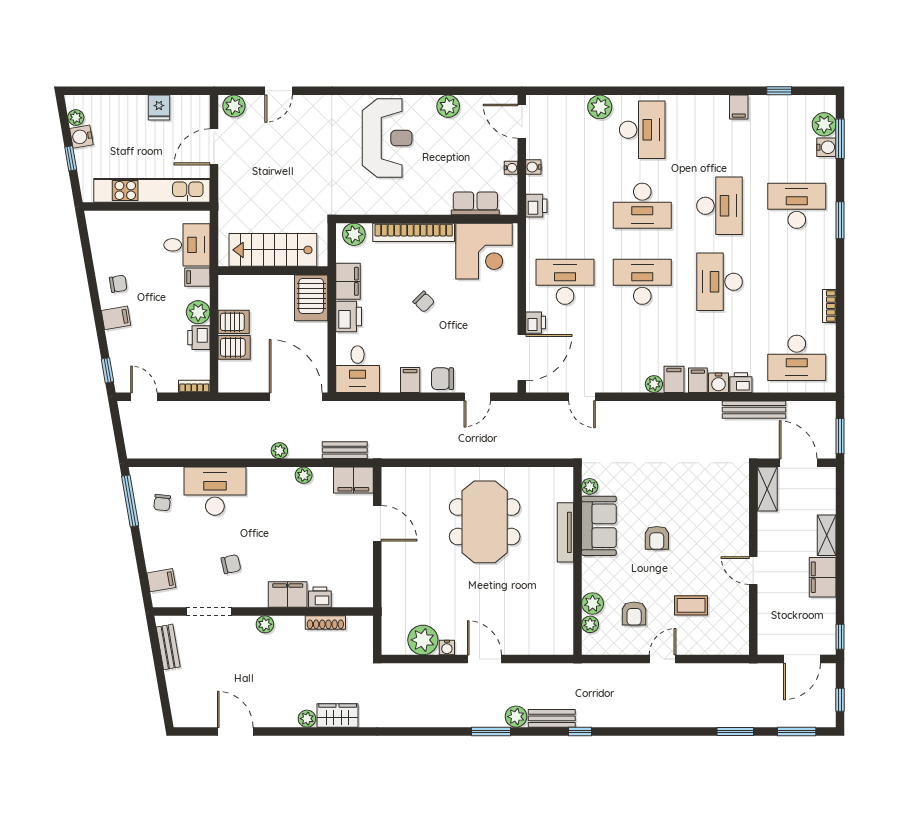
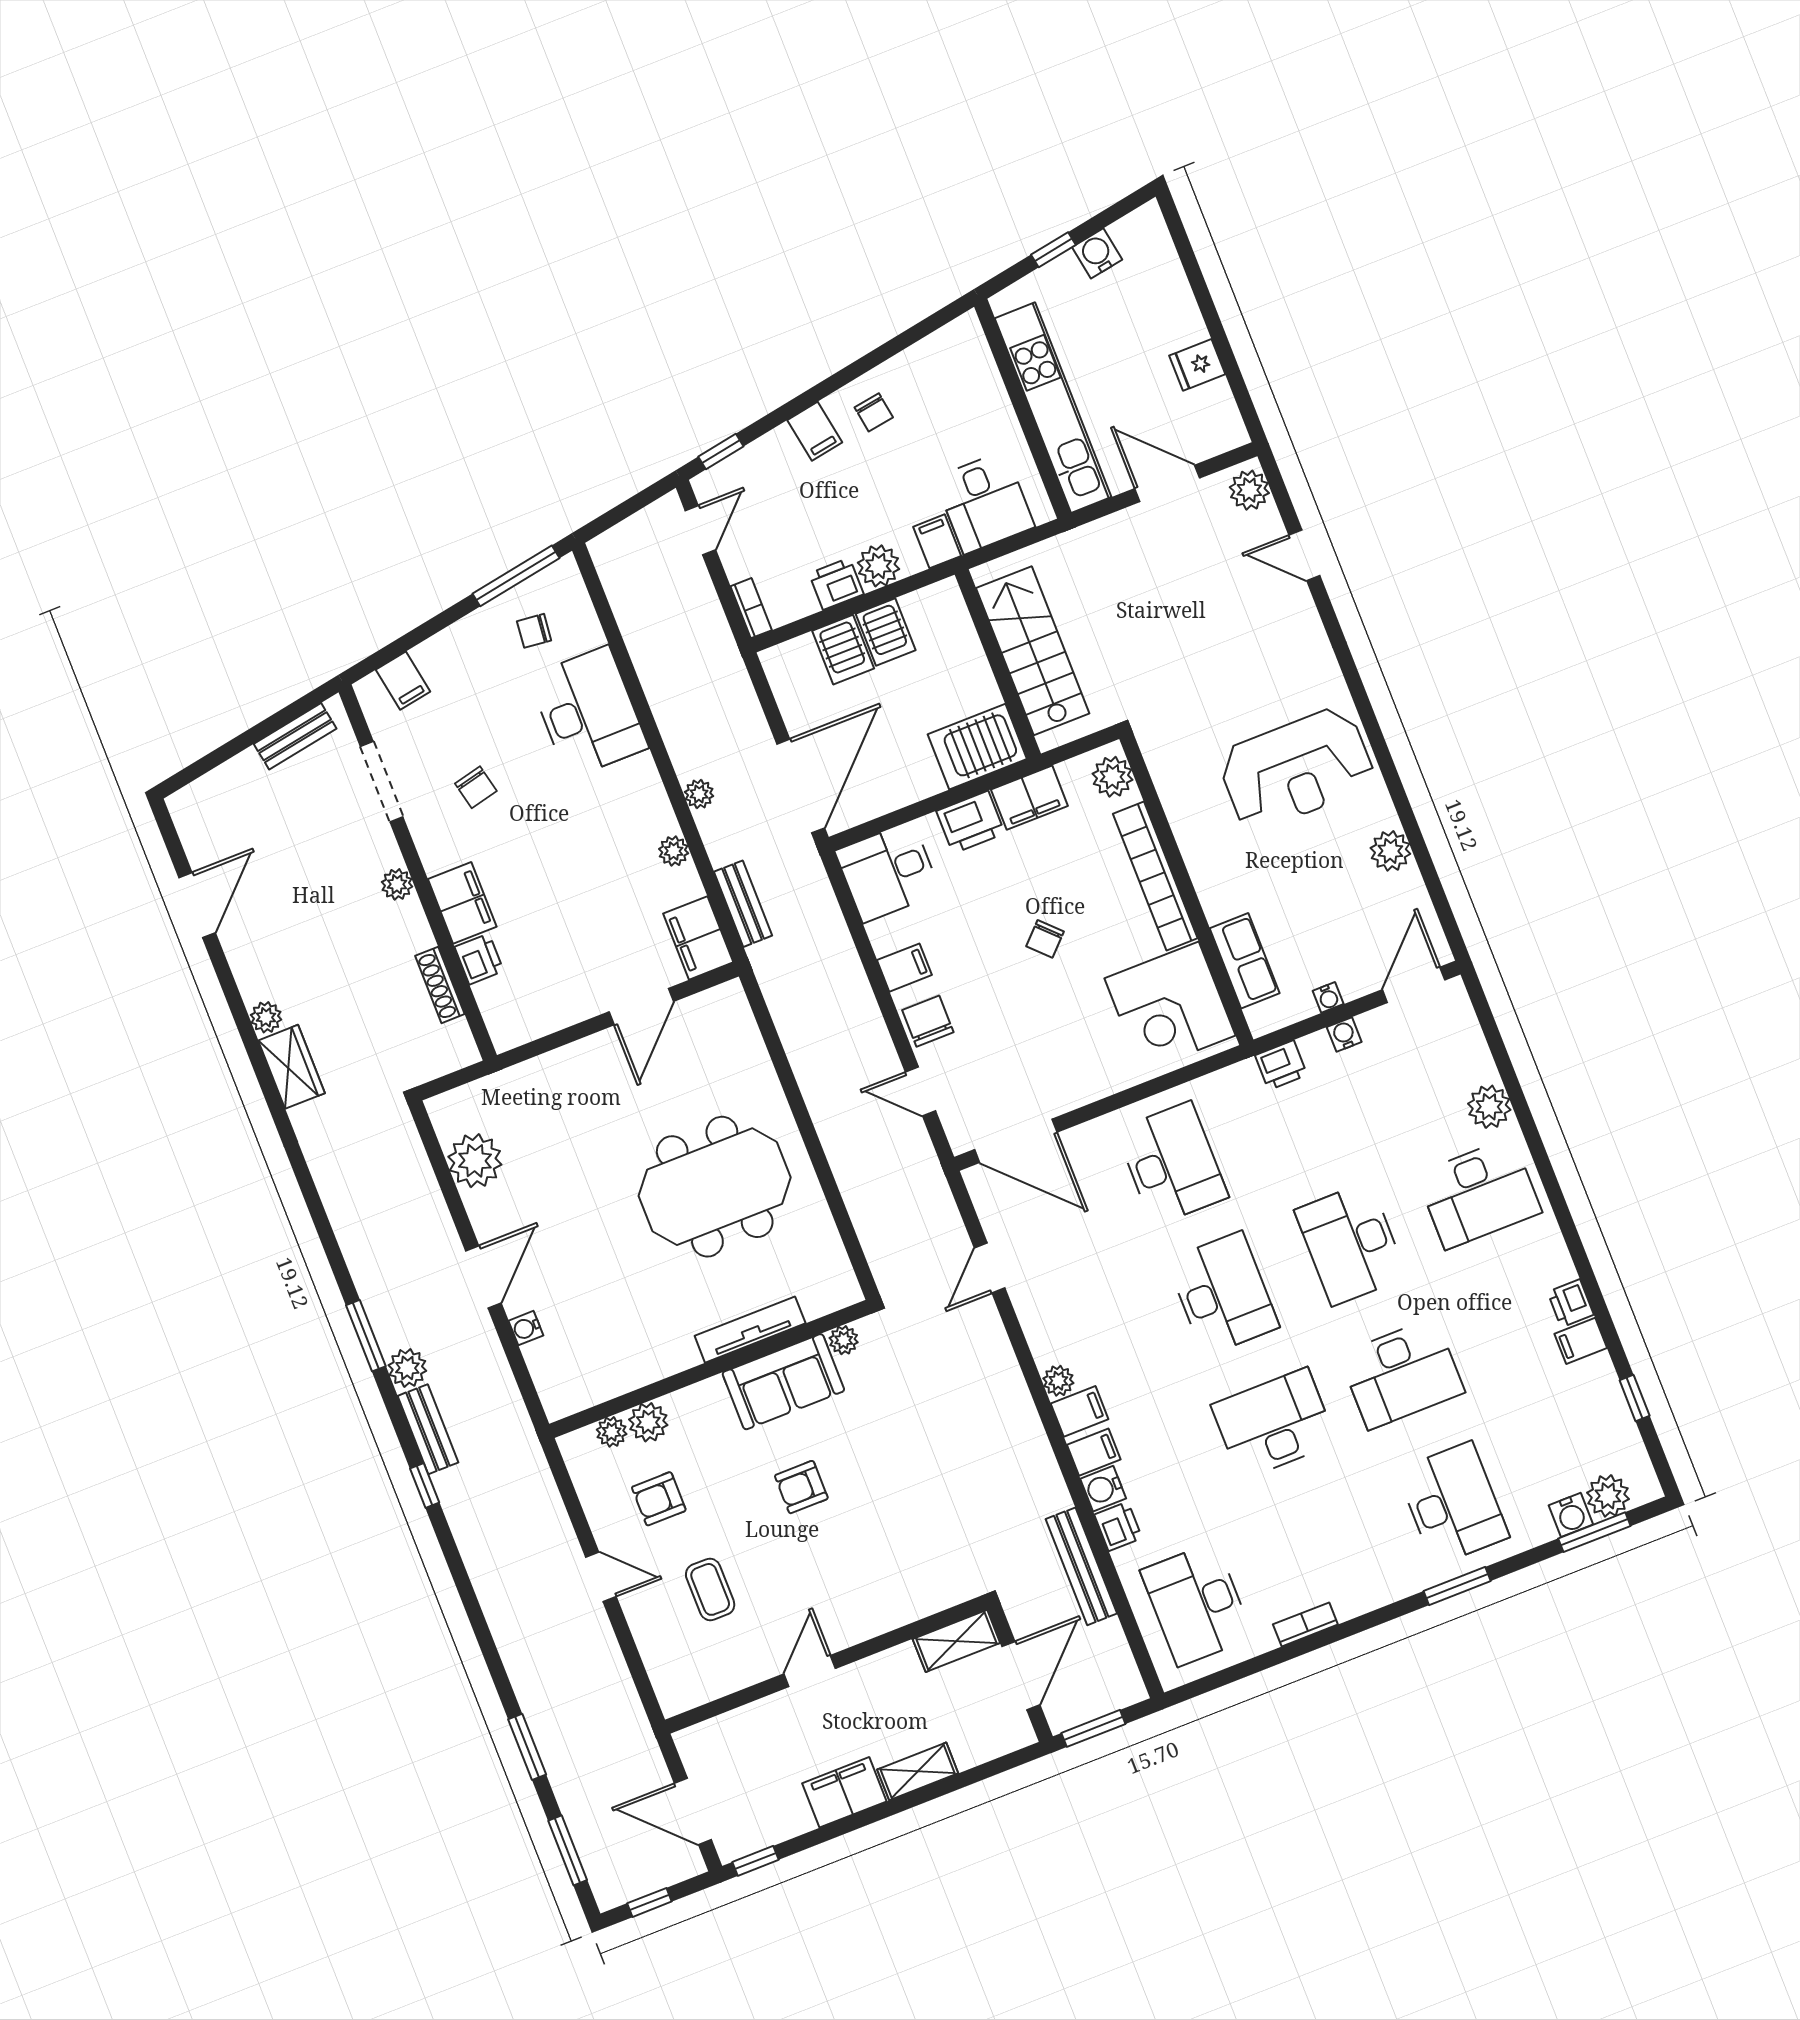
plant: (76, 118) -> (1126, 231), removed
printer: (536, 323) -> (1571, 1303), moved, turned 90
water cooler: (447, 648) -> (526, 1328), moved

